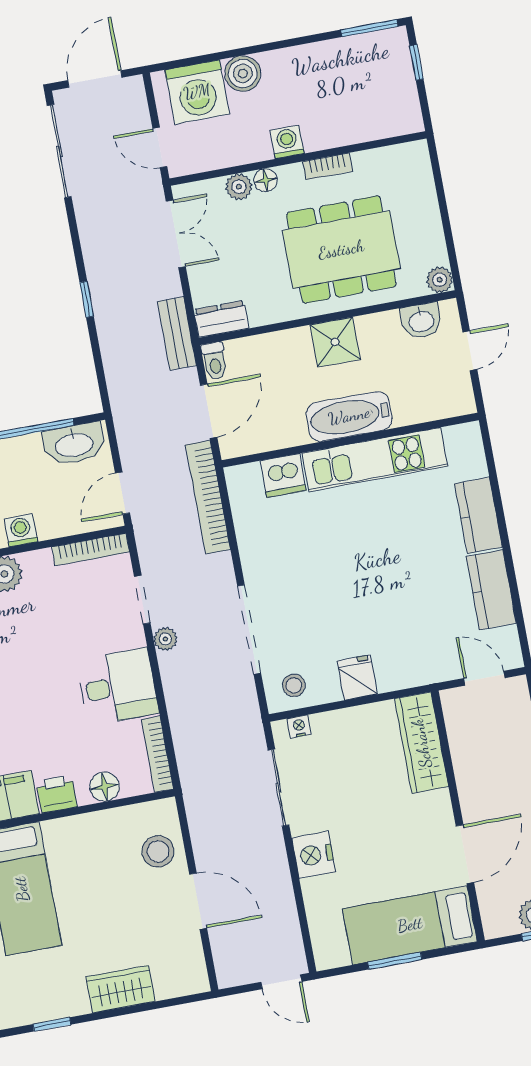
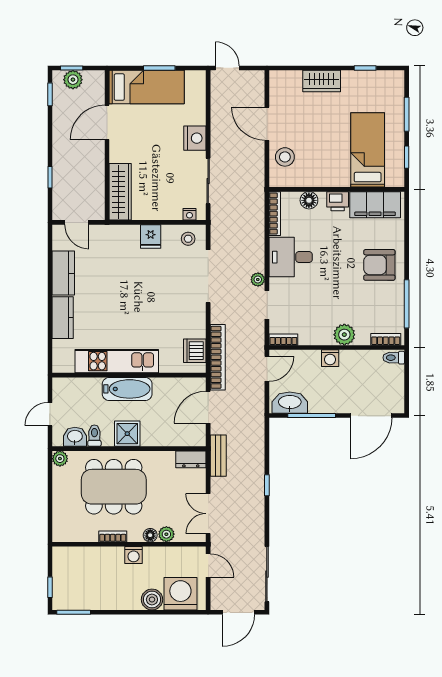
toilet: (215, 361) -> (94, 436), moved
dishwasher: (283, 476) -> (195, 351), moved, turned -90
bookcase: (91, 549) -> (283, 340), width x0.64

